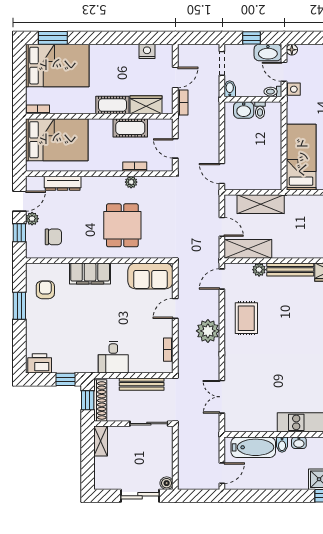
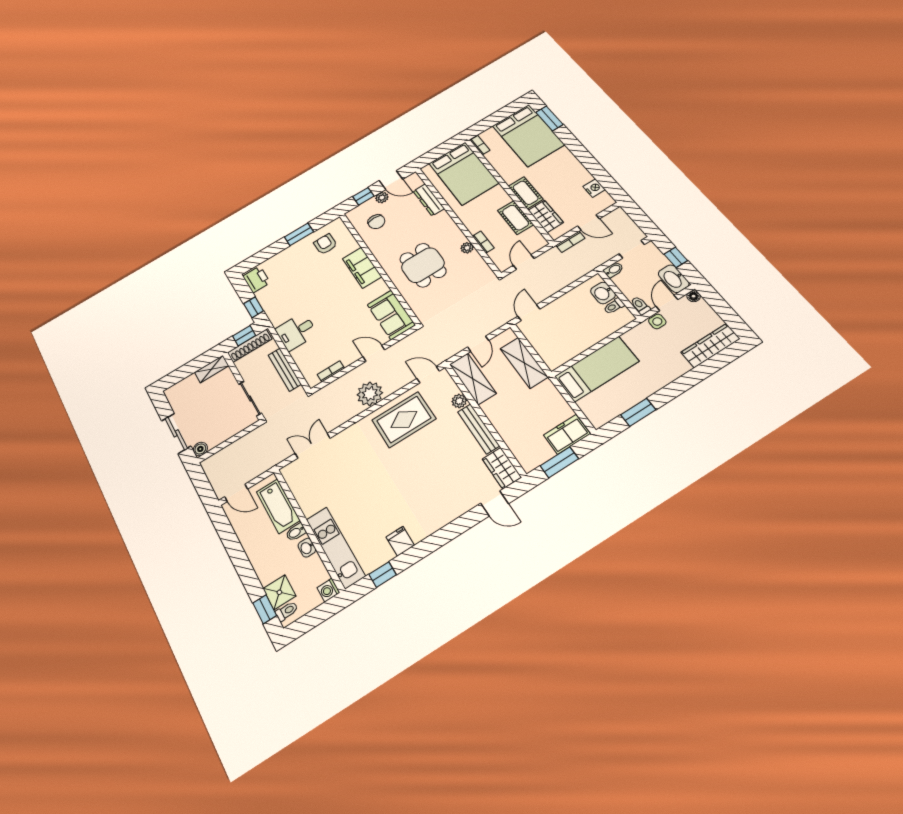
dining table: (122, 225) -> (423, 265), turned 90
armchair: (45, 290) -> (325, 244), turned -90
rug: (246, 318) -> (404, 419), width x1.36, depth x1.43

